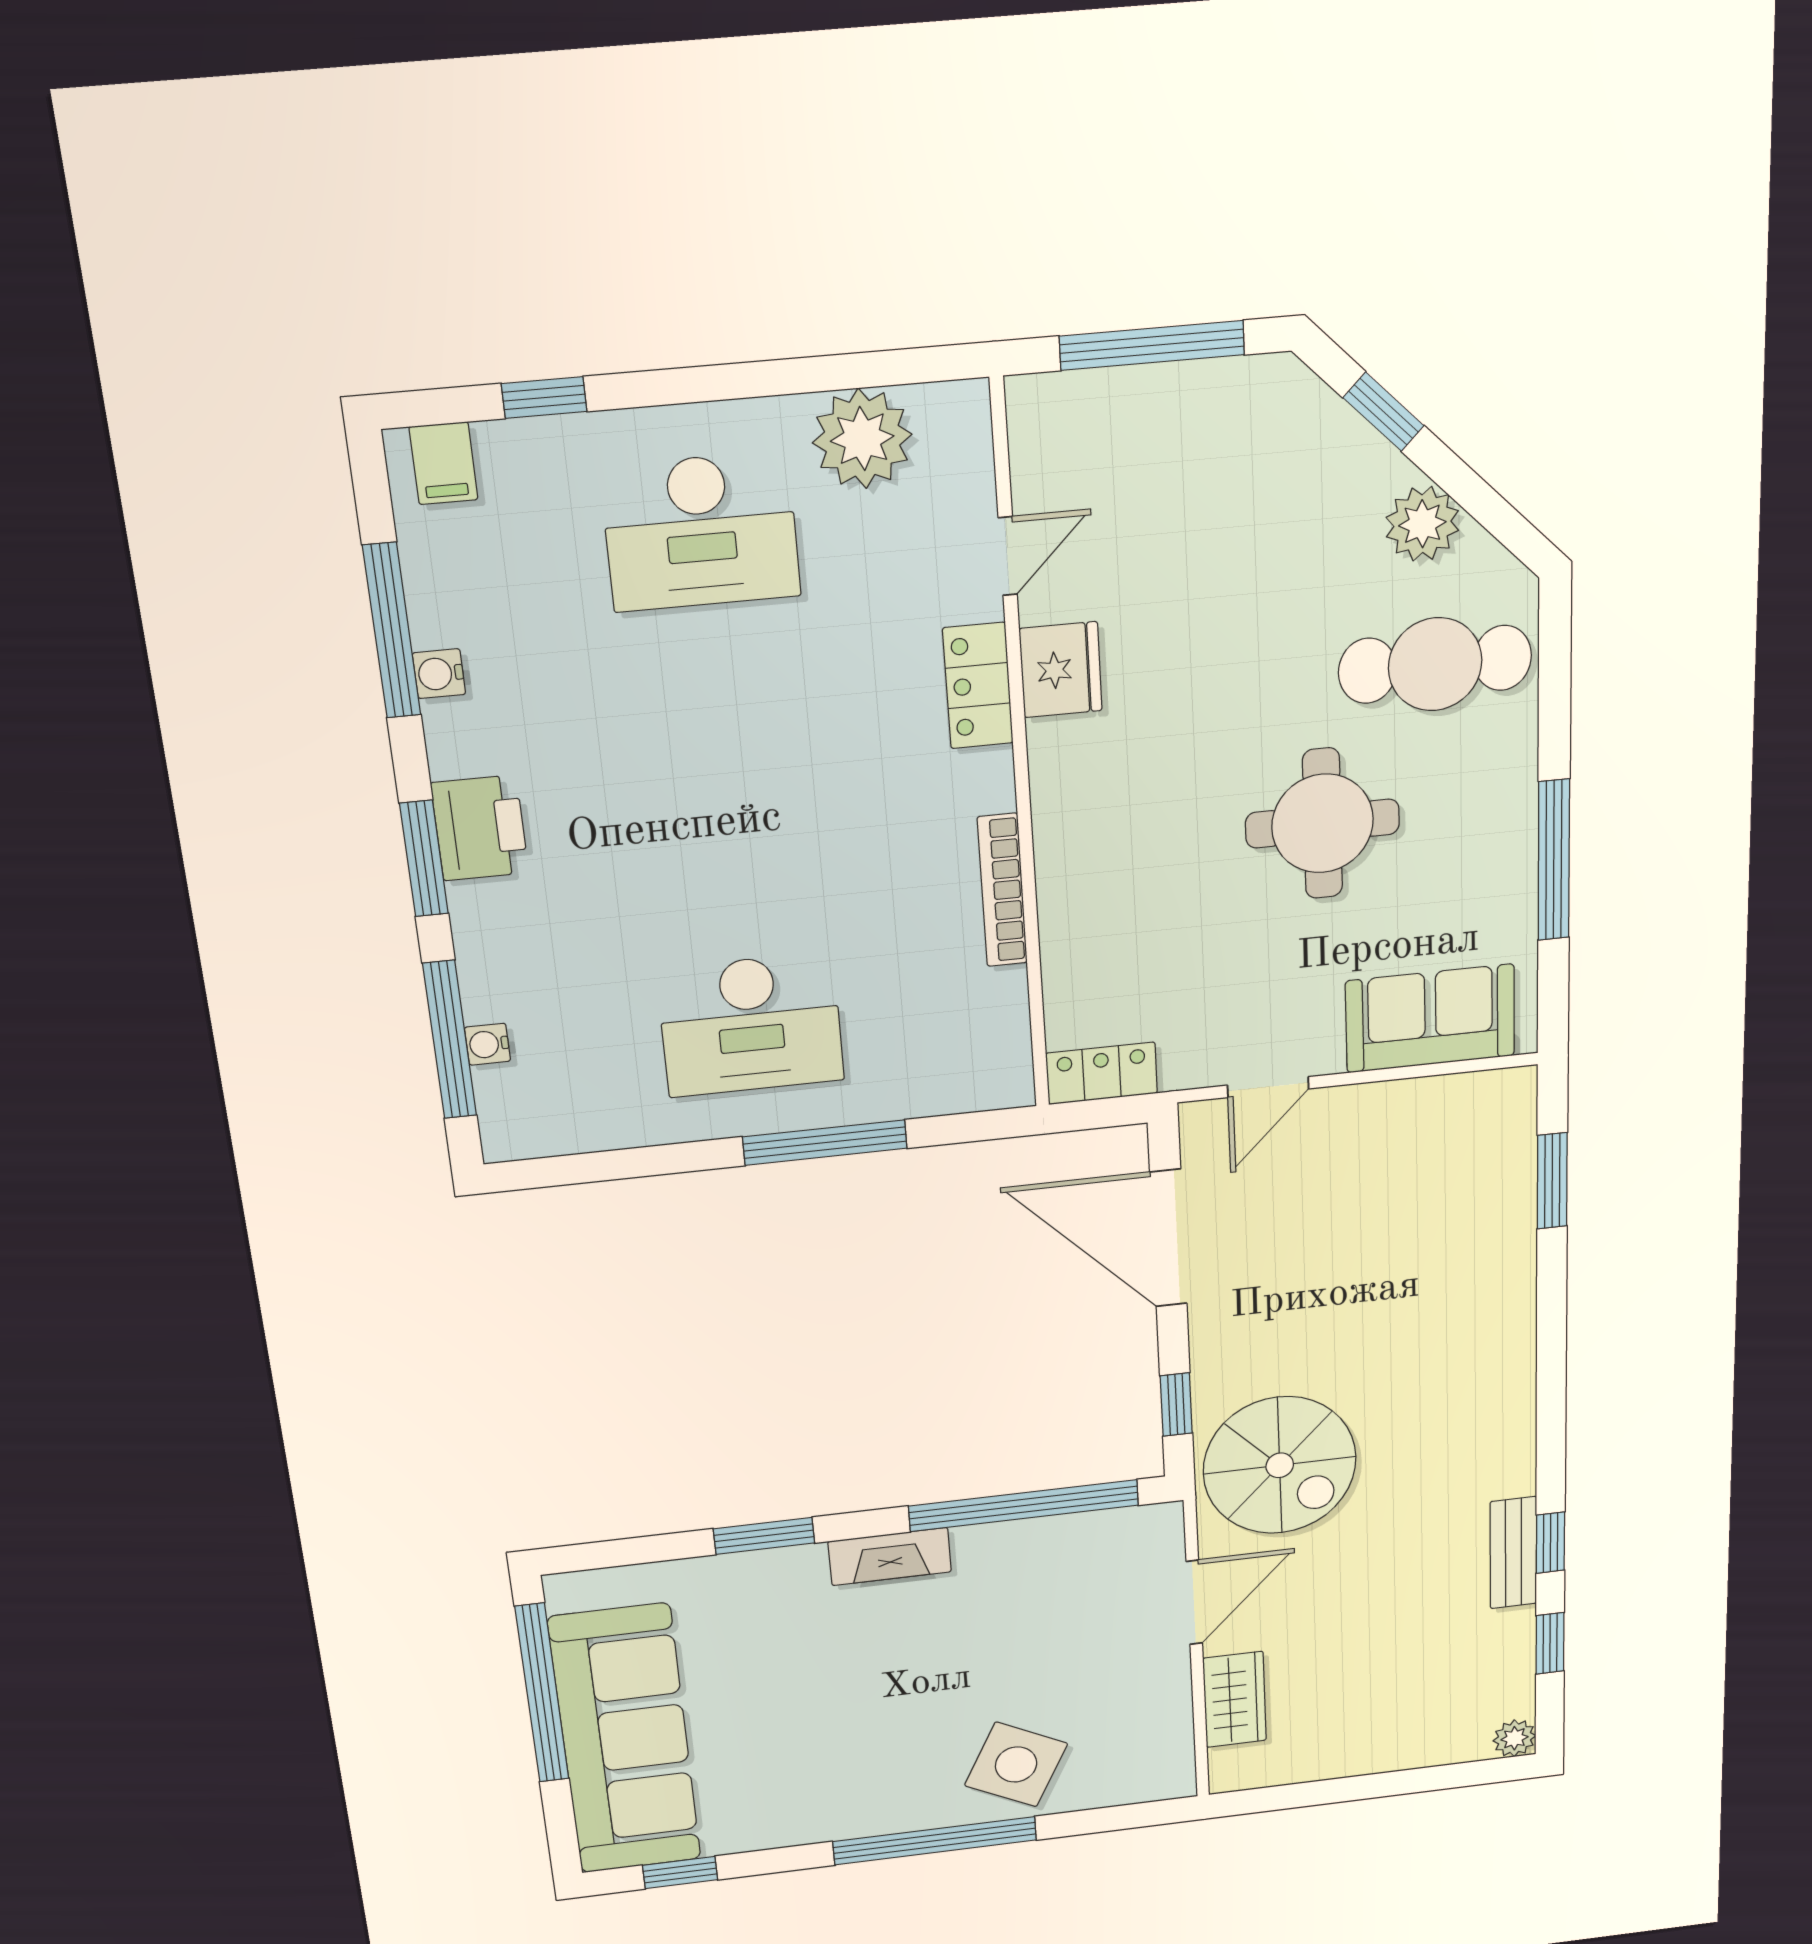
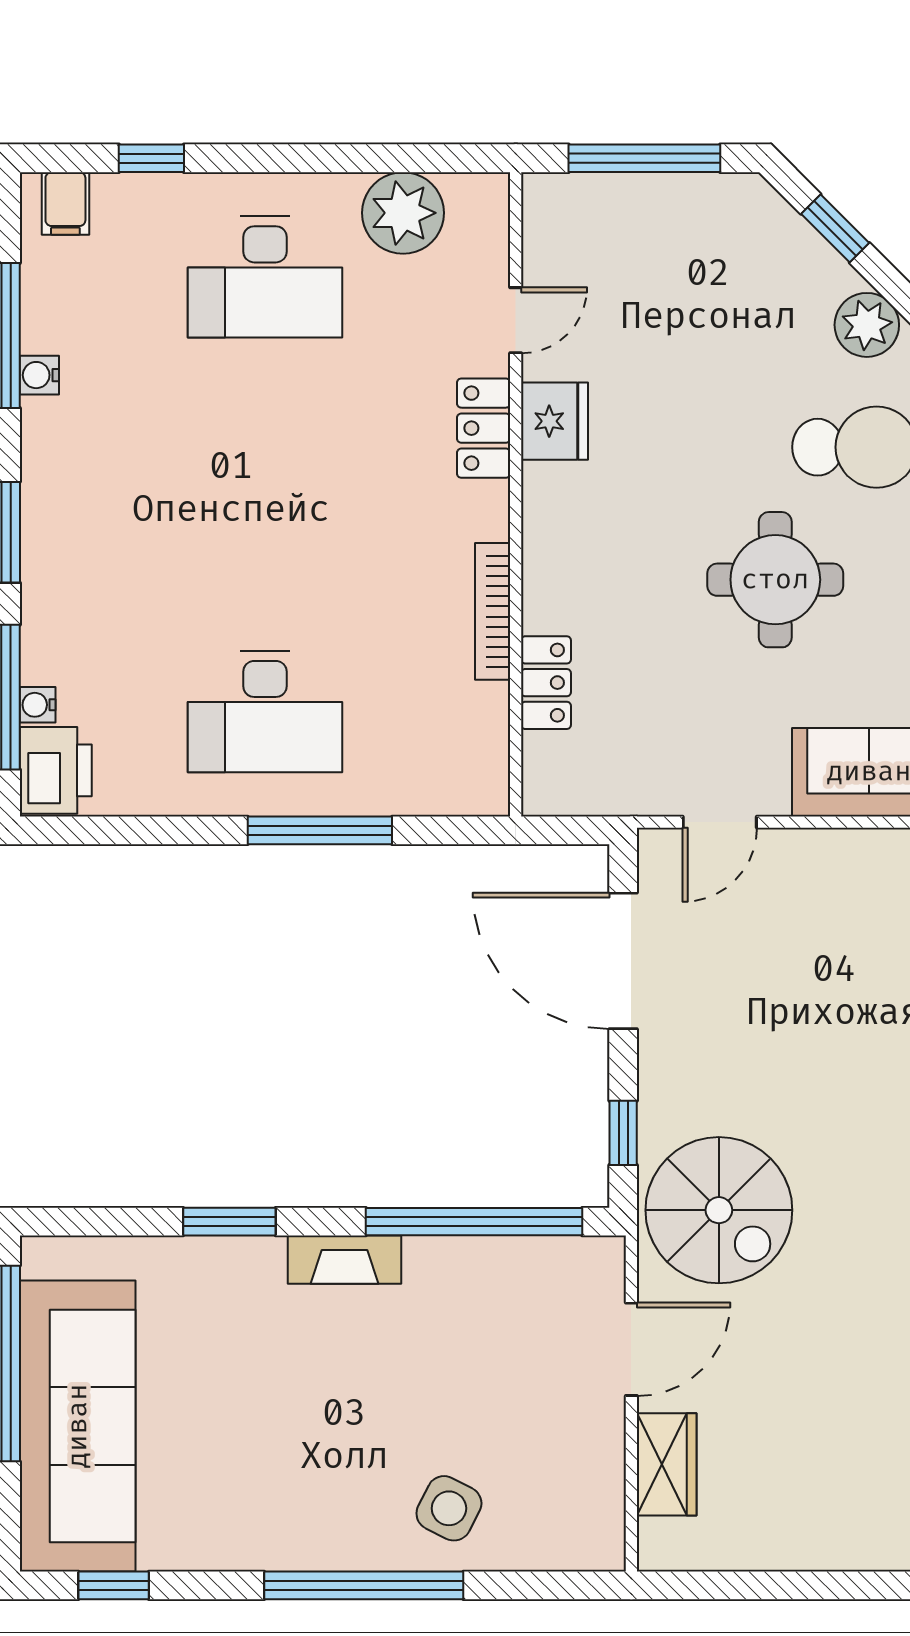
printer: (480, 828) -> (56, 770), moved
locker: (1102, 1073) -> (546, 683), moved, turned 90
side table: (1016, 1764) -> (449, 1508), width x0.73, depth x0.73

